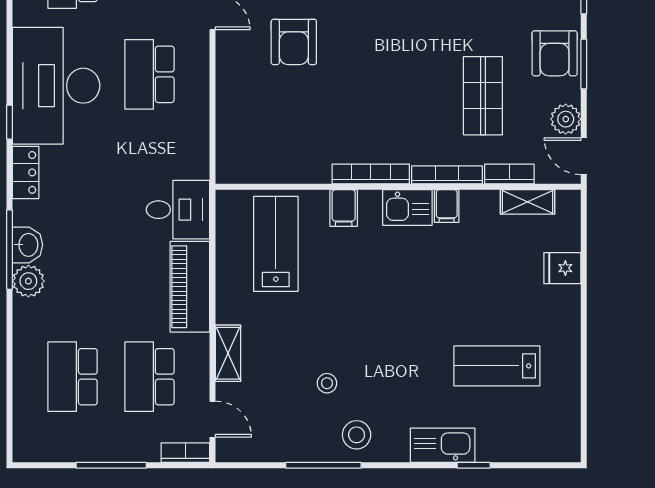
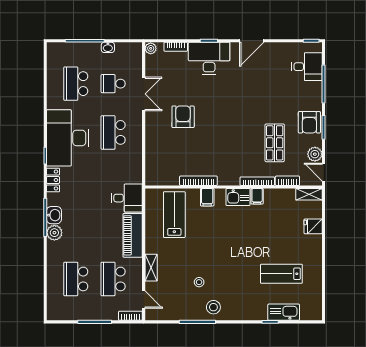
armchair: (294, 42) -> (183, 117), turned 180
bookcase: (371, 174) -> (198, 181), moved
shelving: (527, 202) -> (309, 194), moved
kitchen sink: (443, 445) -> (284, 312), moved

